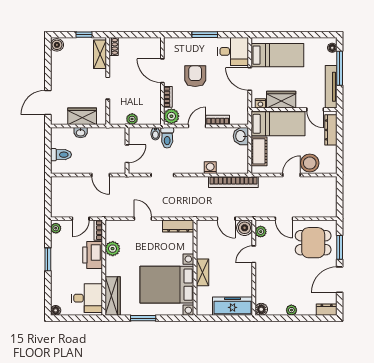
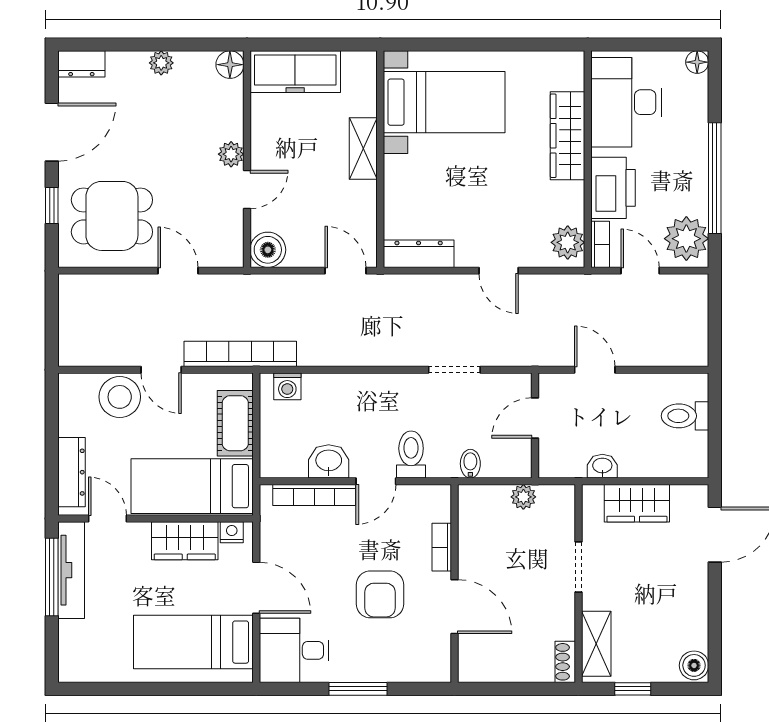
floor lamp: (332, 48) -> (69, 659), removed
window: (340, 68) -> (52, 577), moved
plant: (171, 116) -> (434, 503), removed
bookcase: (218, 120) -> (314, 495), width x1.56
washbasin: (81, 133) -> (602, 466), moved
washbasin: (241, 136) -> (329, 461), moved, turned -90
toilet: (167, 138) -> (411, 455), moved
washing machine: (210, 168) -> (287, 386), moved
door: (291, 175) -> (161, 370), hinge flipped
bookcase: (233, 182) -> (240, 354), moved
door: (81, 219) -> (640, 271), hinge flipped
door: (226, 219) -> (346, 271), moved
plant: (56, 228) -> (686, 239), width x1.88, depth x1.88
plant: (261, 232) -> (231, 154), moved
window: (340, 247) -> (52, 205), width x0.67
plant: (113, 249) -> (568, 242), moved
window: (48, 259) -> (715, 178), width x2.11
bed with nightstands: (167, 285) -> (444, 102), width x0.73
wardrobe: (113, 296) -> (568, 136), moved
desk: (87, 298) -> (626, 102), width x1.37
window: (143, 318) -> (498, 44), removed

